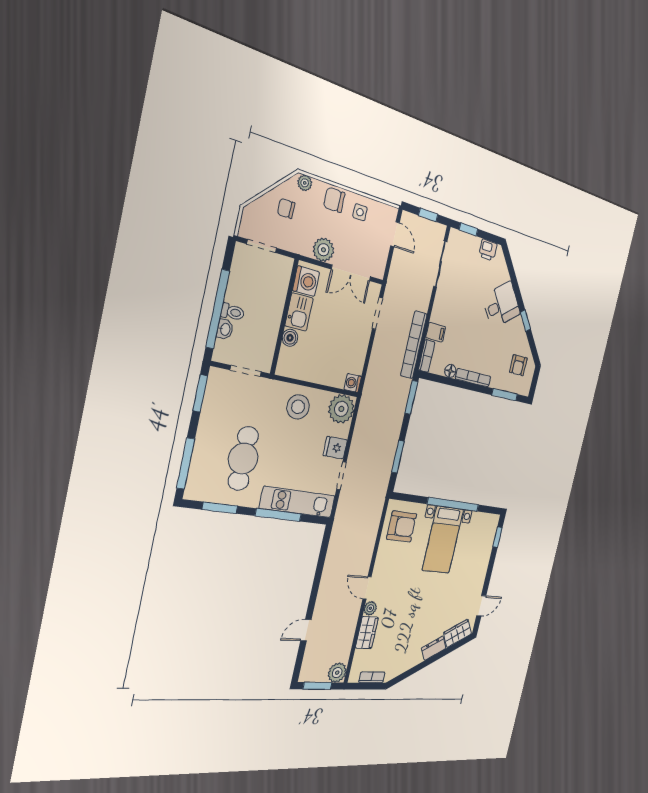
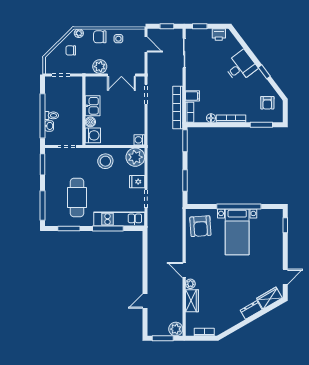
washing machine: (306, 281) -> (93, 135), moved
armchair: (402, 526) -> (200, 226), turned 86

